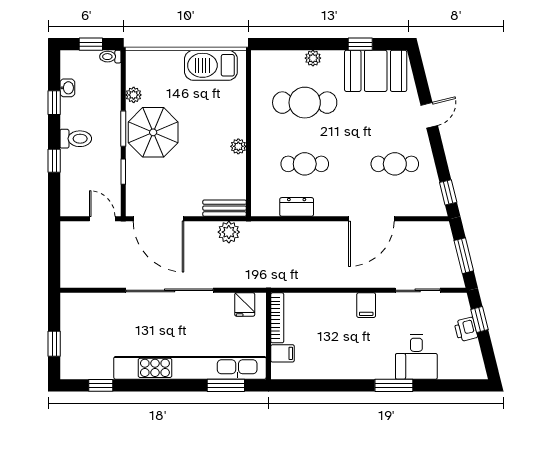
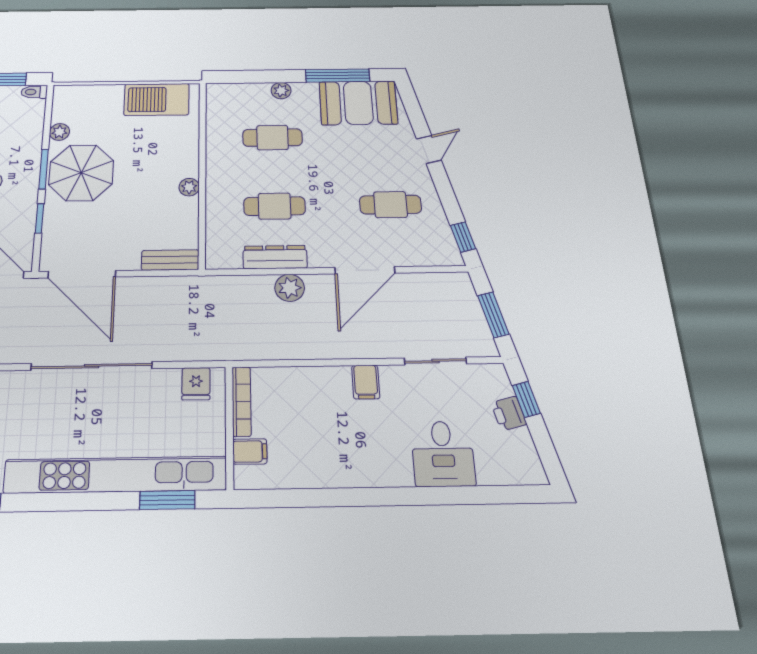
window: (360, 44) -> (338, 76), width x2.17
cafe table: (305, 103) -> (272, 138), width x0.73, depth x0.74
dresser: (297, 207) -> (275, 257), width x1.44
plant: (229, 232) -> (290, 288), moved
window: (394, 385) -> (414, 496), removed

